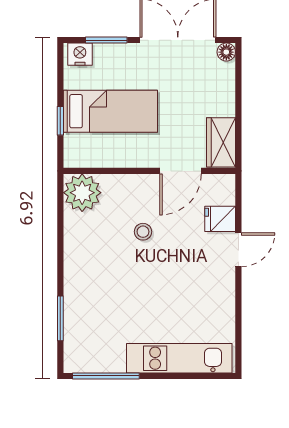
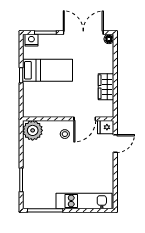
wall: (149, 171) -> (68, 119), moved
door: (181, 171) -> (85, 119), moved
plant: (82, 193) -> (33, 130), moved

